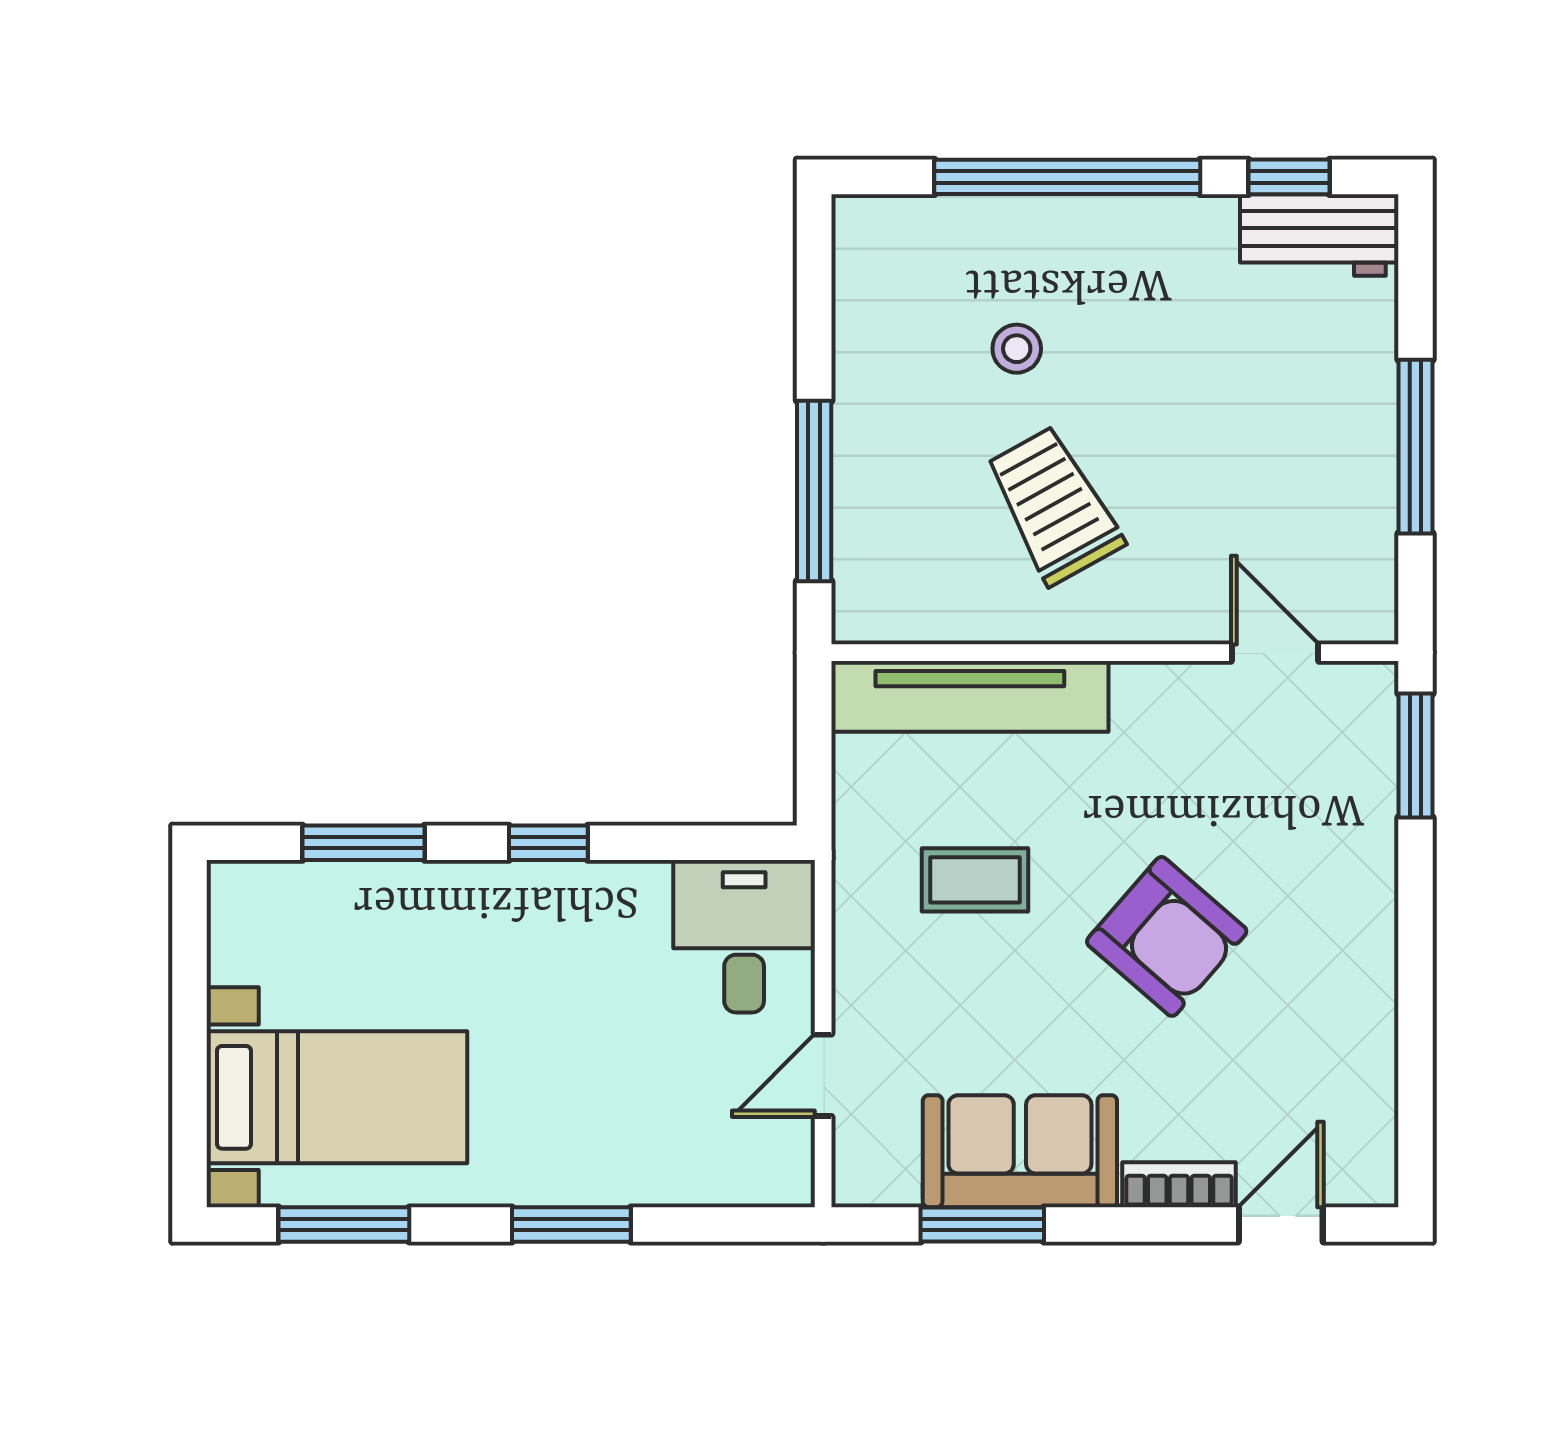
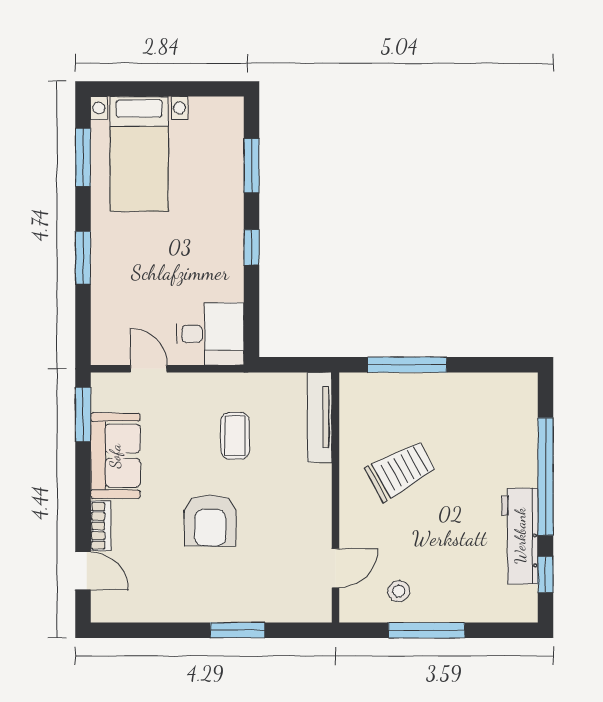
workbench: (1319, 235) -> (520, 536), moved, width x1.37
stool: (1017, 349) -> (399, 591), moved
tv unit: (970, 696) -> (320, 417), width x0.73, depth x0.78
window: (1416, 756) -> (237, 630), moved
armchair: (1167, 936) -> (210, 520), turned -41
window: (982, 1224) -> (83, 414), moved

